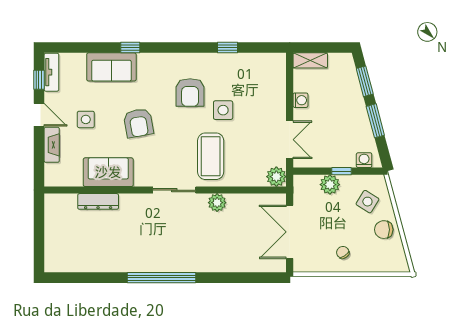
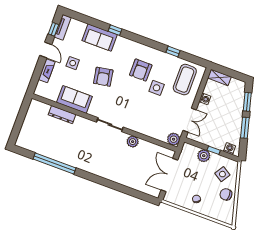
coffee table: (211, 156) -> (185, 80), moved
window: (162, 278) -> (54, 163), moved

